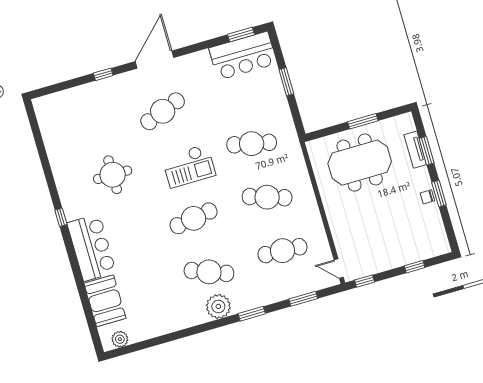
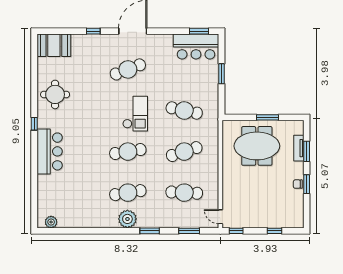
checkout: (189, 166) -> (135, 114), turned -90
round table: (113, 175) -> (55, 94), moved
cafe table: (267, 197) -> (184, 152), turned -36
cafe table: (209, 272) -> (128, 193), turned -30
booth: (105, 301) -> (54, 45), moved, turned 90

